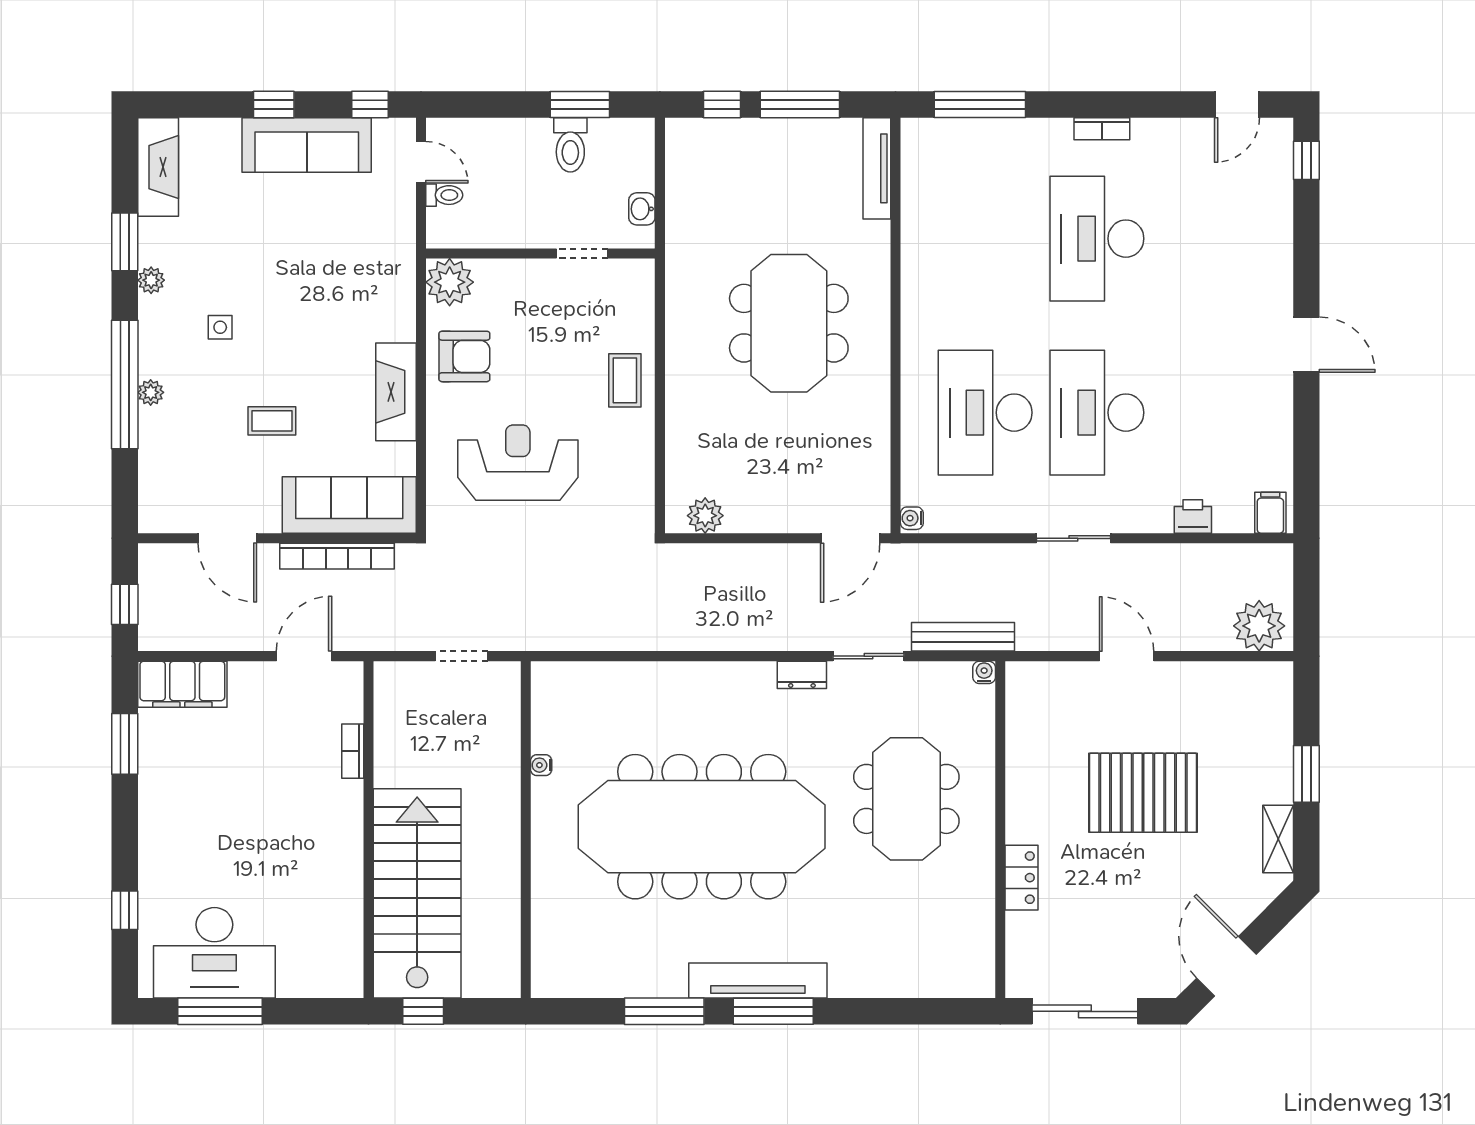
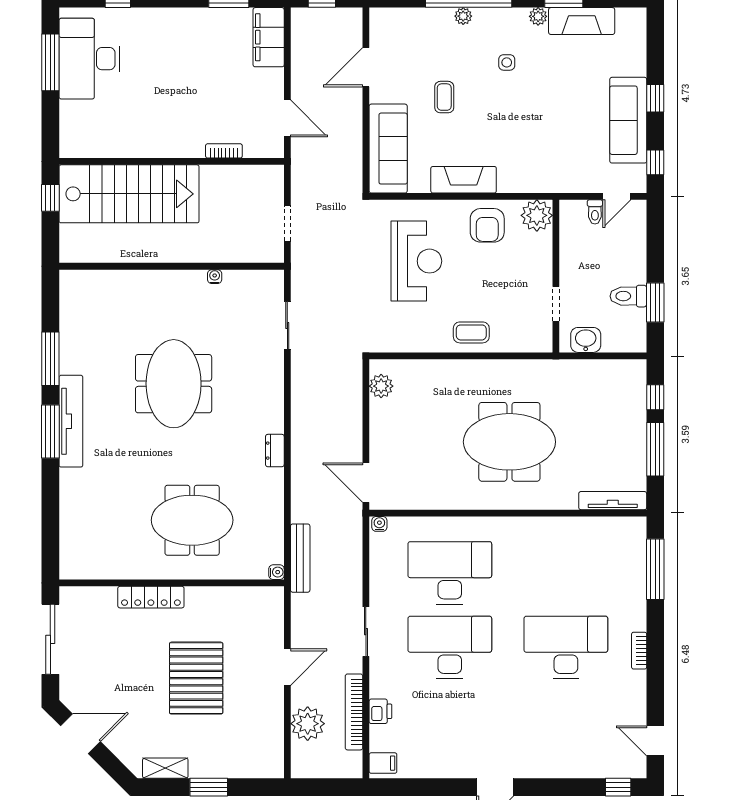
fireplace: (158, 167) -> (582, 21), moved
washbasin: (642, 209) -> (586, 340), width x1.38, depth x1.45
bookcase: (337, 556) -> (354, 712), moved
plant: (1259, 626) -> (308, 724), moved
sliding door: (869, 656) -> (287, 325), moved
meeting table: (702, 827) -> (174, 384), width x0.54, depth x0.79
locker: (1022, 878) -> (151, 597), width x1.53

